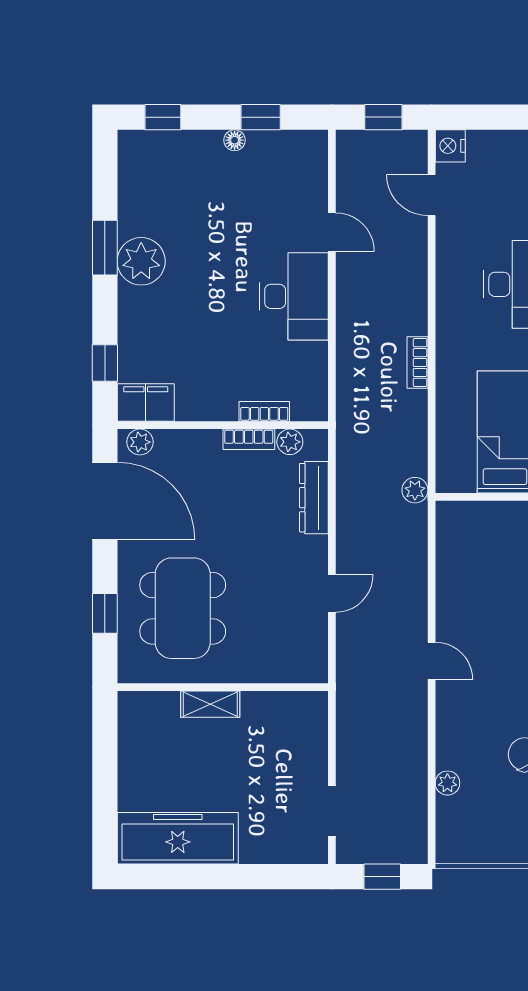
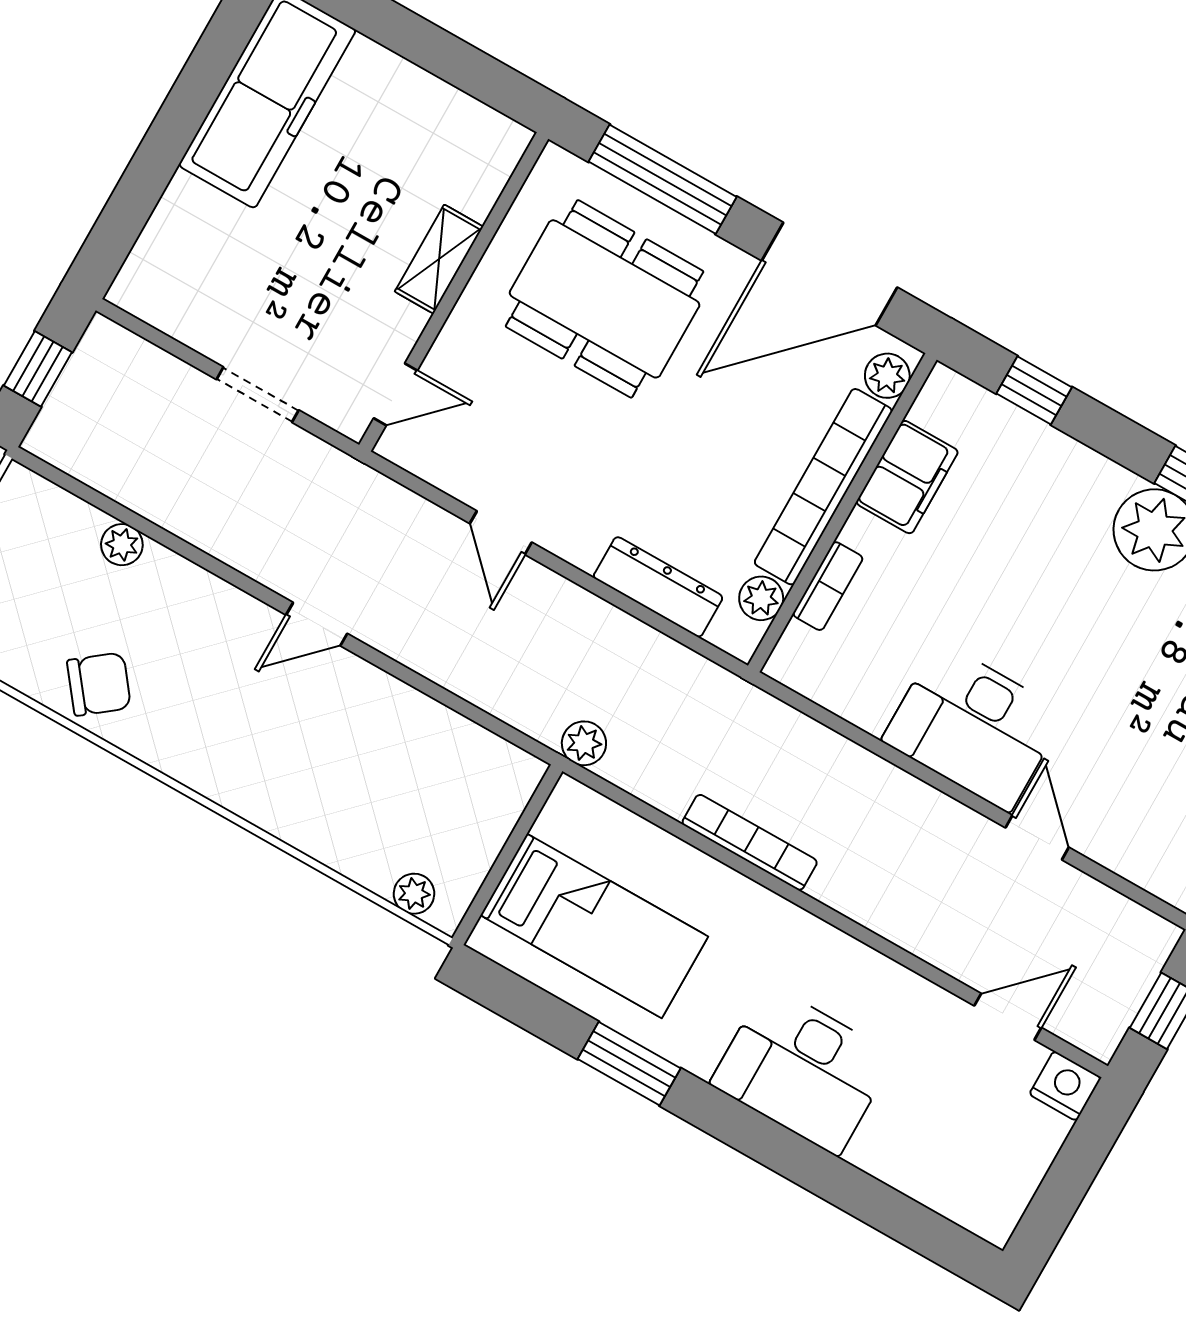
door: (332, 232) -> (1037, 837), swing flipped
bookcase: (418, 363) -> (750, 842), width x1.56
filing cabinet: (146, 403) -> (907, 477), moved
bookcase: (249, 439) -> (823, 487), width x2.31, depth x1.31
window: (105, 613) -> (663, 179), width x2.17
door: (292, 687) -> (395, 394), added
doorway: (332, 811) -> (258, 395), moved

